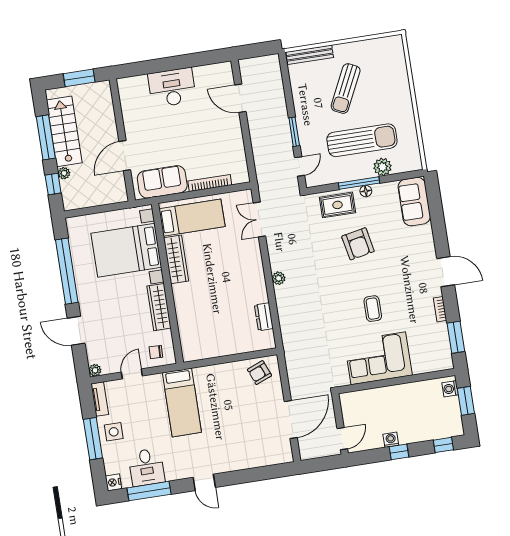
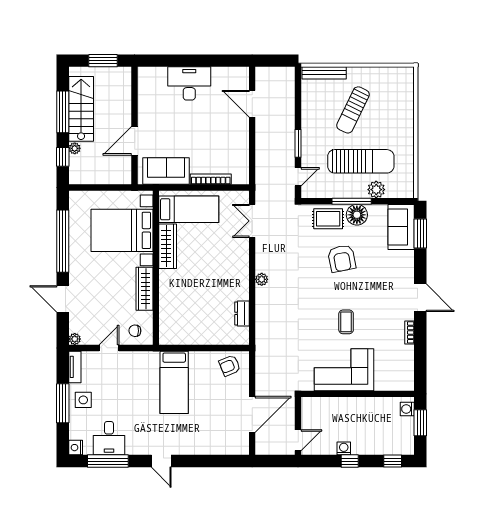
floor lamp: (366, 191) -> (357, 215), width x1.89, depth x1.89
window: (456, 337) -> (420, 233), moved
bed: (182, 402) -> (174, 382), moved

